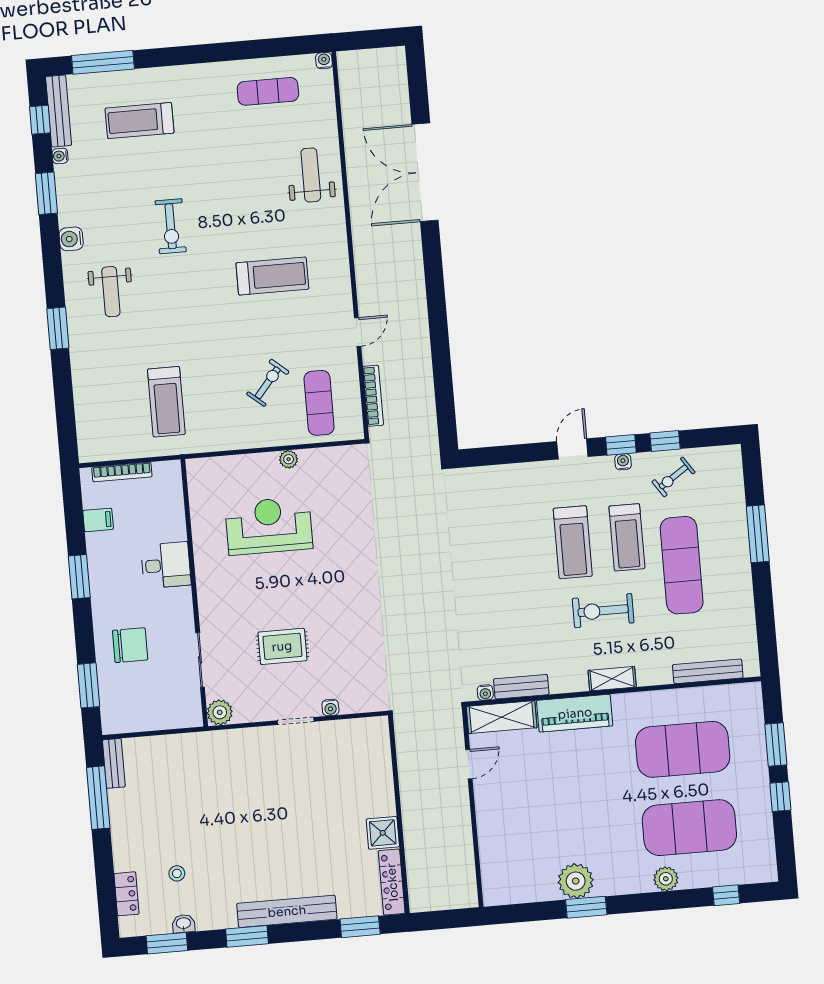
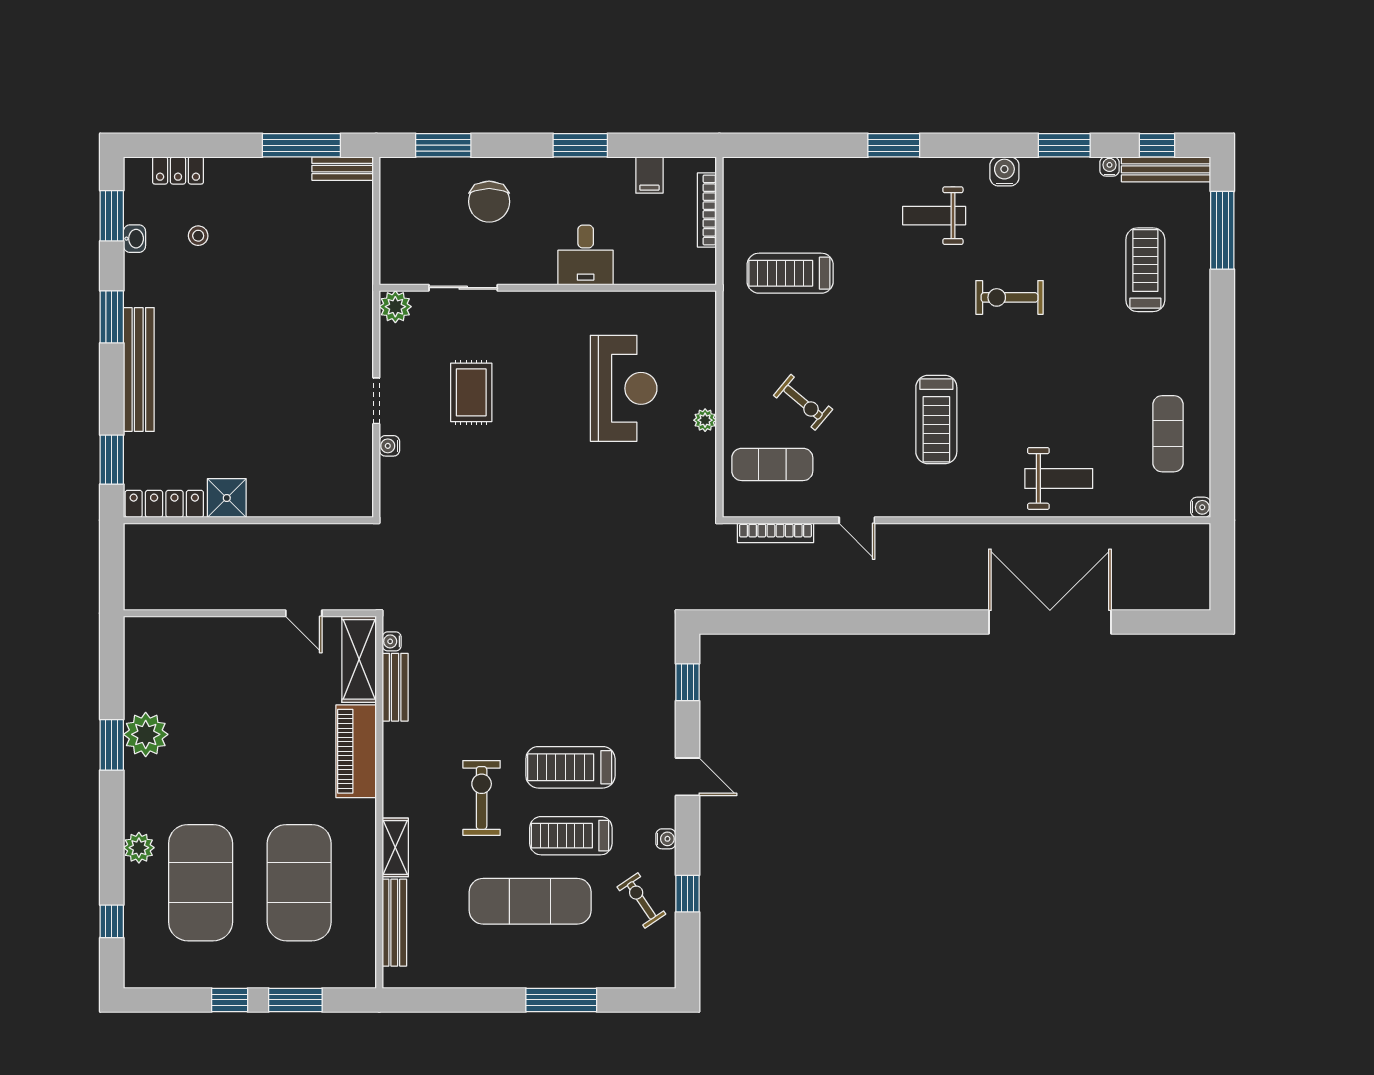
window: (621, 445) -> (687, 682), moved
shelving: (612, 679) -> (395, 847), moved

